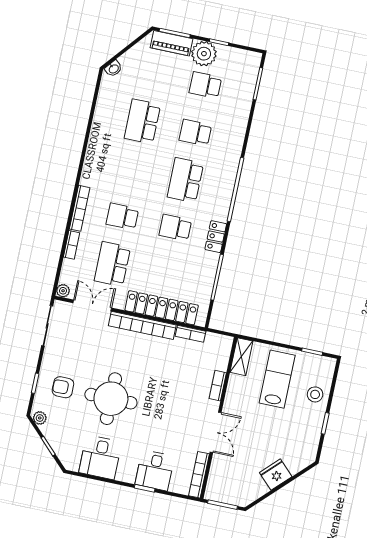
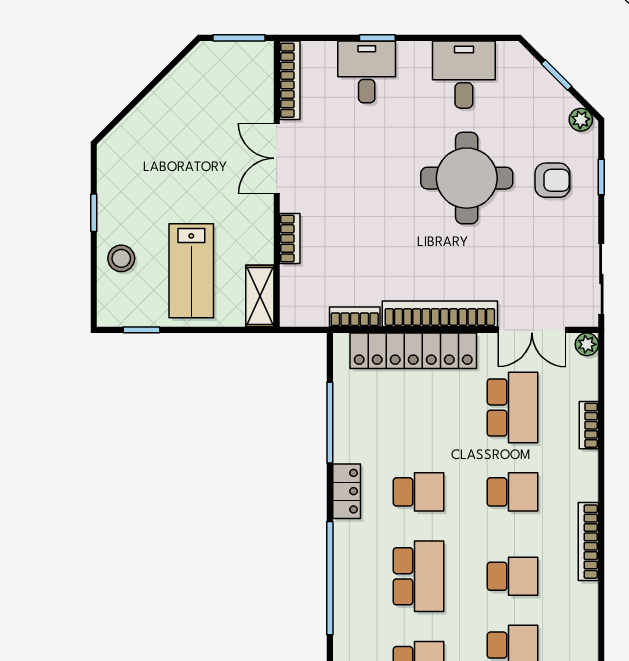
school desk: (132, 169) -> (513, 576), added
bookcase: (80, 208) -> (588, 542), moved
fridge: (276, 475) -> (159, 108), removed

